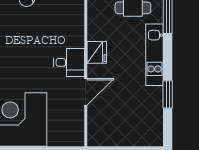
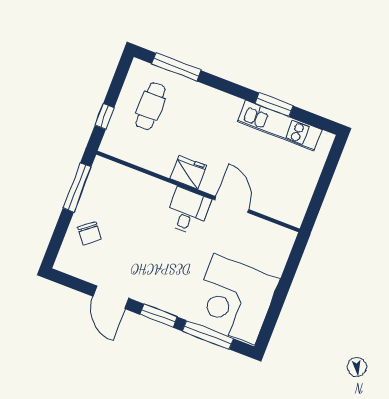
kitchen unit: (154, 55) -> (280, 126), moved

